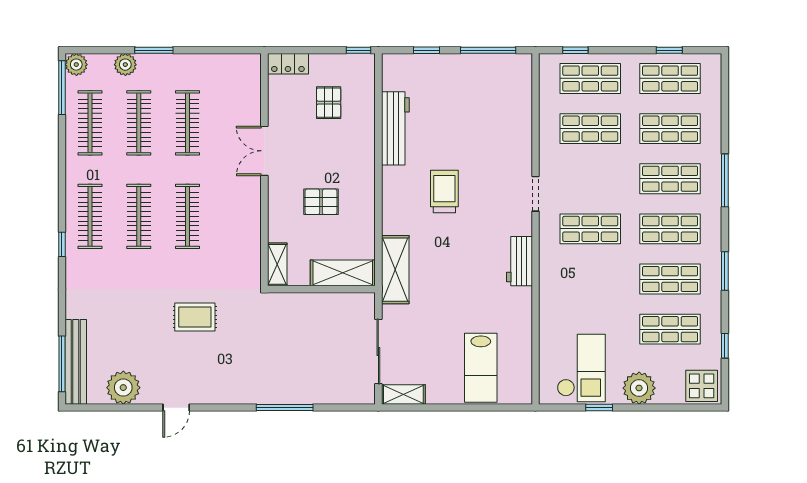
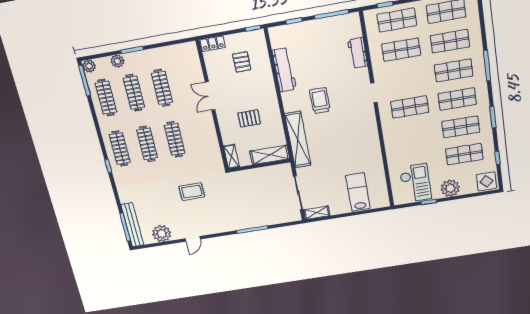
workbench: (519, 261) -> (358, 53), moved
shelving: (395, 270) -> (298, 140), width x1.47
lab bench: (481, 368) -> (358, 192), turned 180

